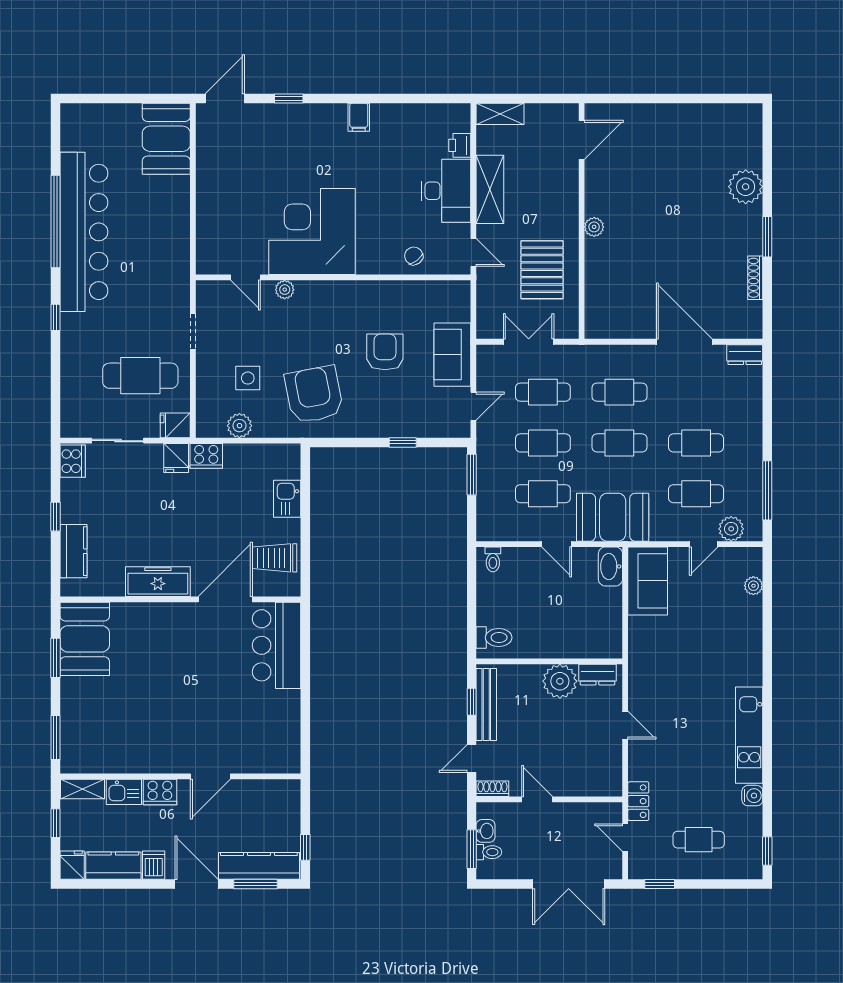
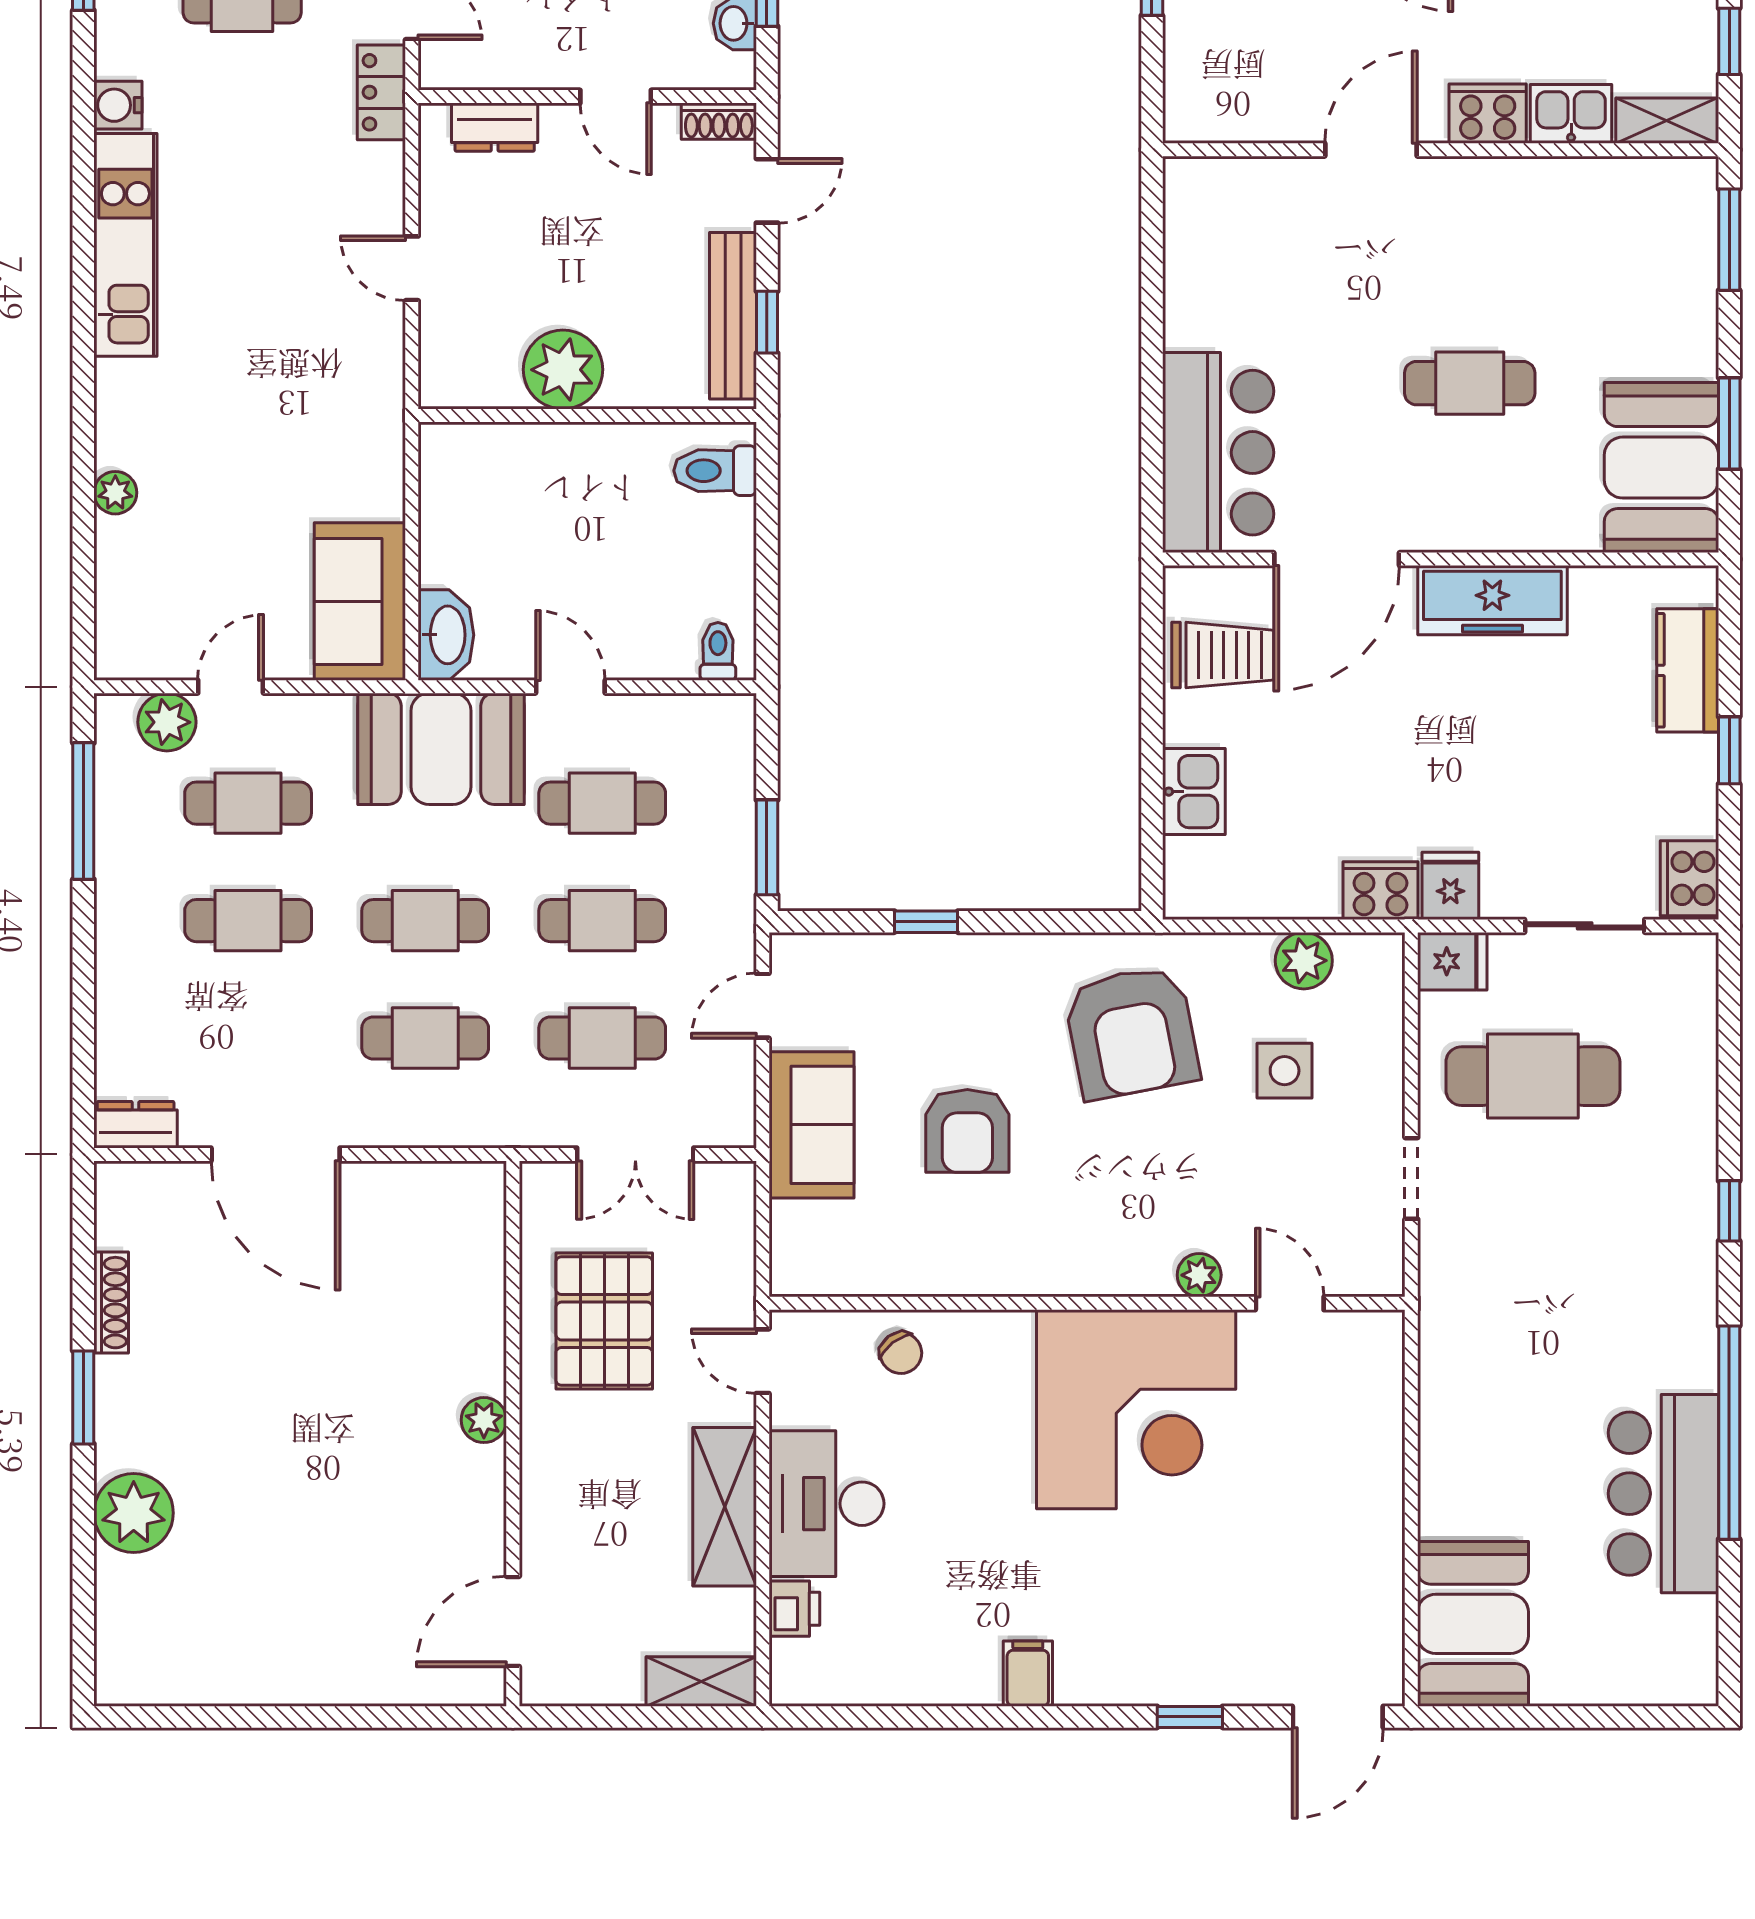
bar counter: (84, 232) -> (1663, 1494), width x0.54
plant: (753, 586) -> (115, 493), moved
cafe table: (168, 675) -> (1470, 383), added
dresser: (597, 675) -> (495, 127), moved, turned 180

